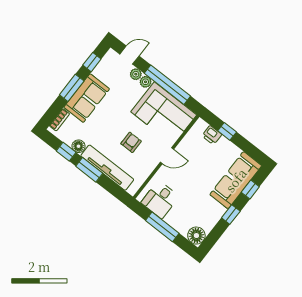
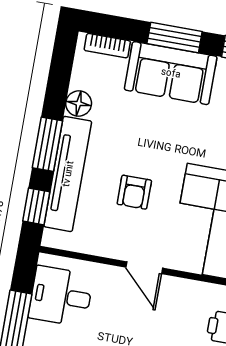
armchair: (131, 142) -> (134, 192), turned 90
window: (66, 152) -> (36, 206), moved

